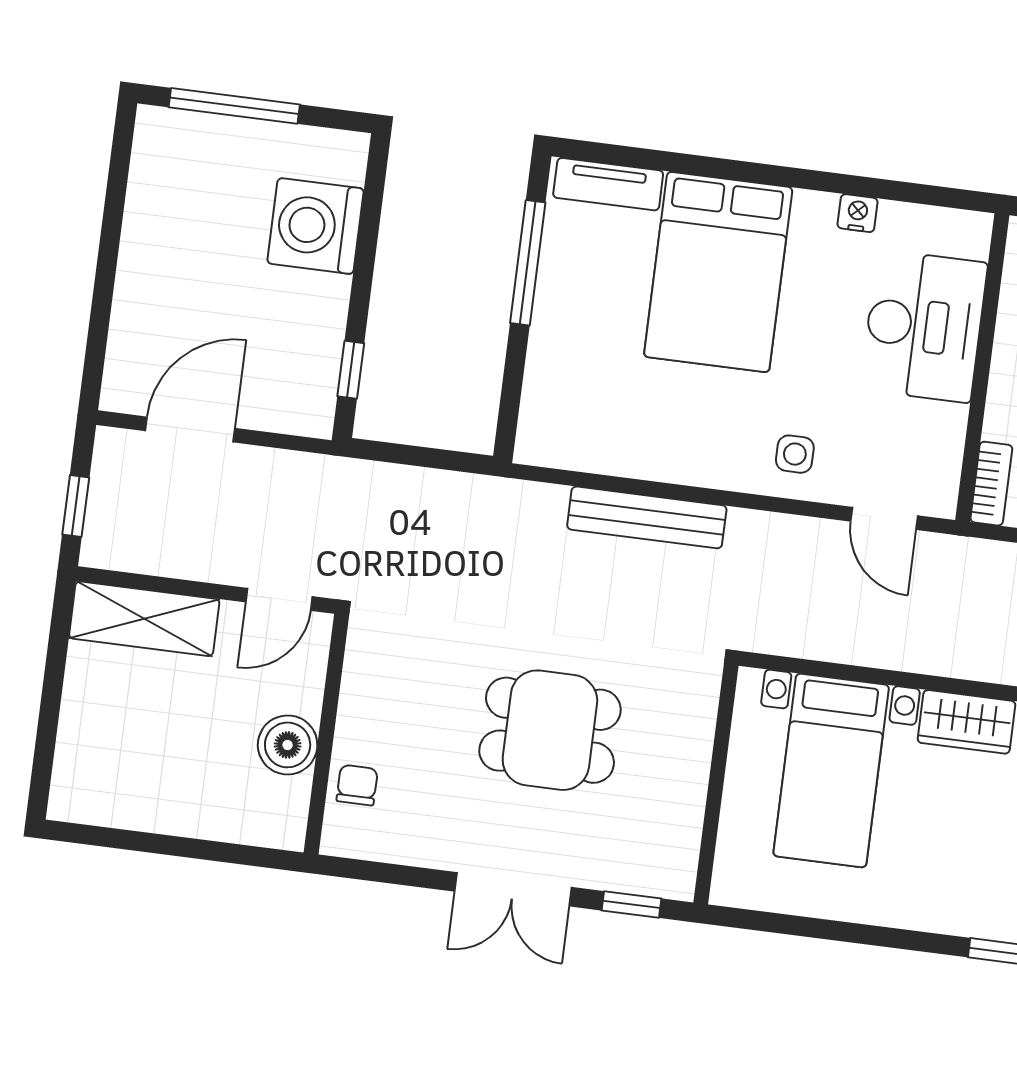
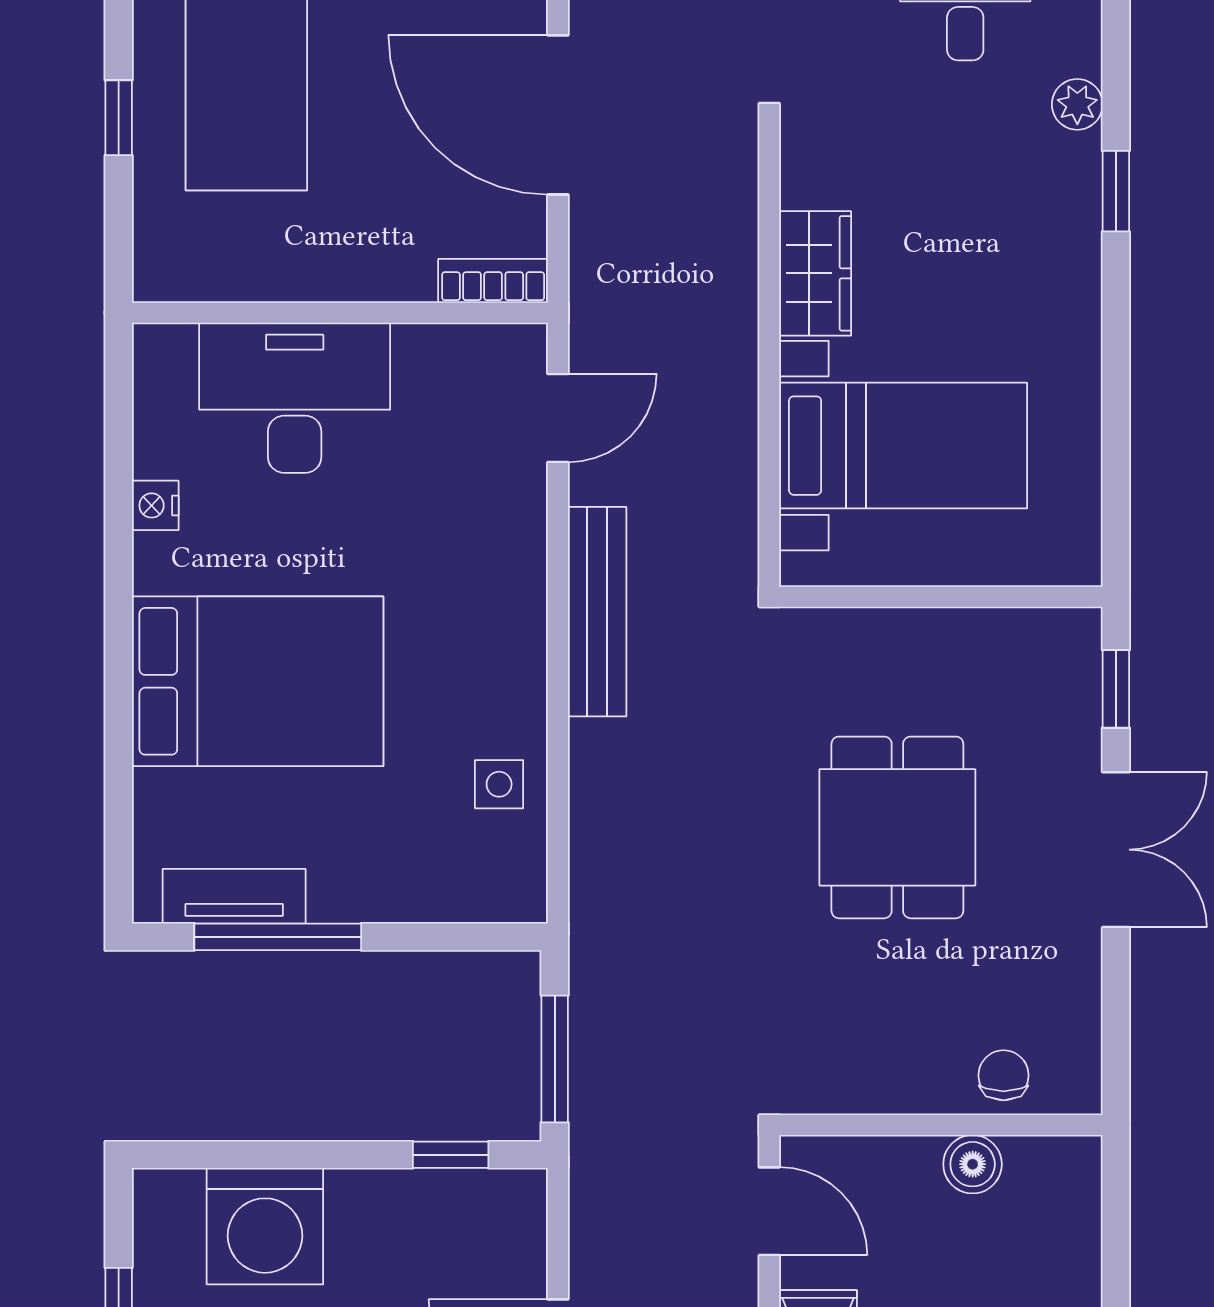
tv unit: (608, 184) -> (234, 896), moved, turned -90
side table: (795, 454) -> (499, 784), moved
window: (412, 455) -> (555, 1059), added
bench: (647, 517) -> (597, 612), moved
boiler: (288, 745) -> (973, 1164), width x0.73, depth x0.73
chair: (357, 785) -> (1004, 1075), turned 90

